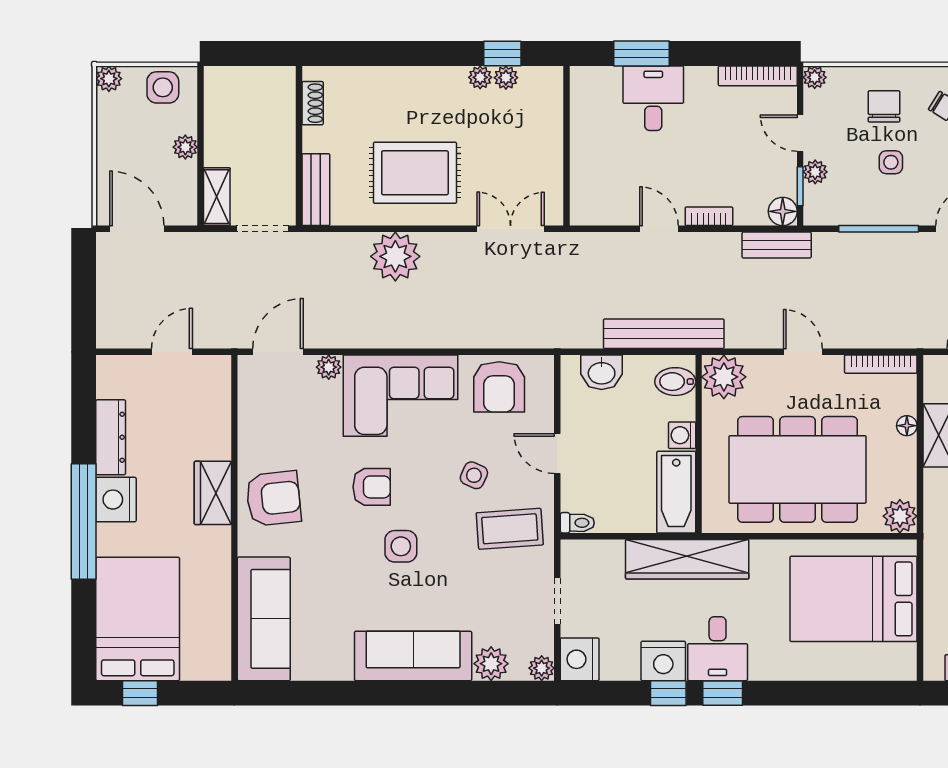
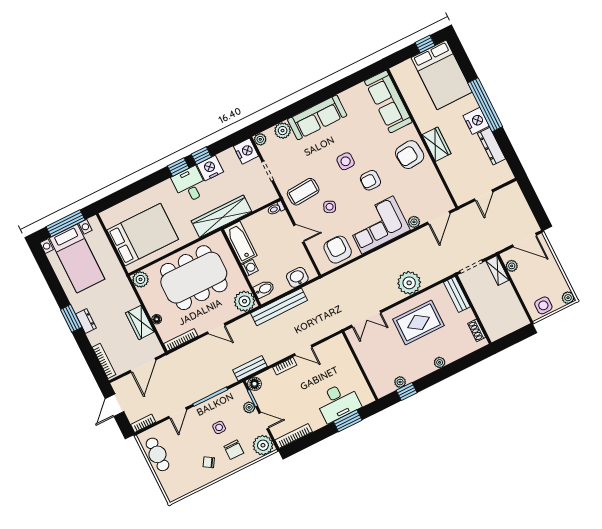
plant: (480, 77) -> (440, 362), moved
plant: (815, 77) -> (263, 445), width x1.87, depth x1.87
desk: (653, 98) -> (338, 402), width x1.37
plant: (185, 147) -> (512, 266), moved

